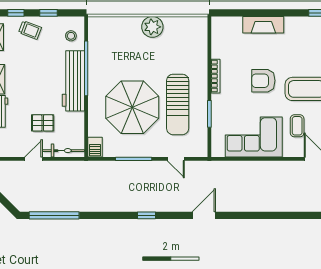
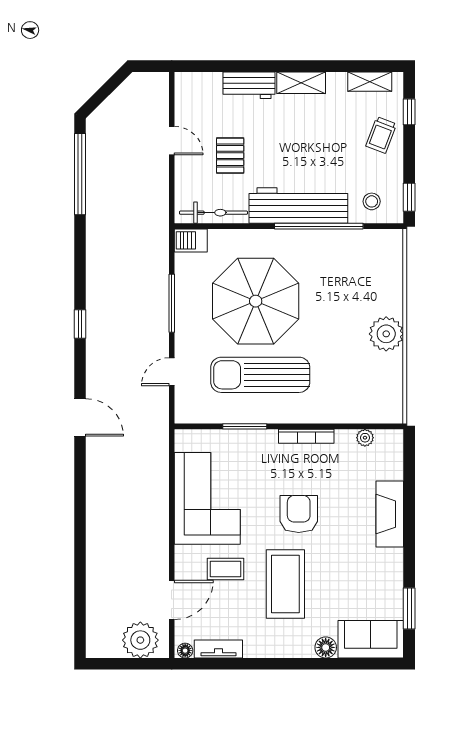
window: (48, 13) -> (409, 197), moved
plant: (216, 40) -> (365, 438), added
bicycle: (64, 151) -> (214, 213), moved, turned -90

